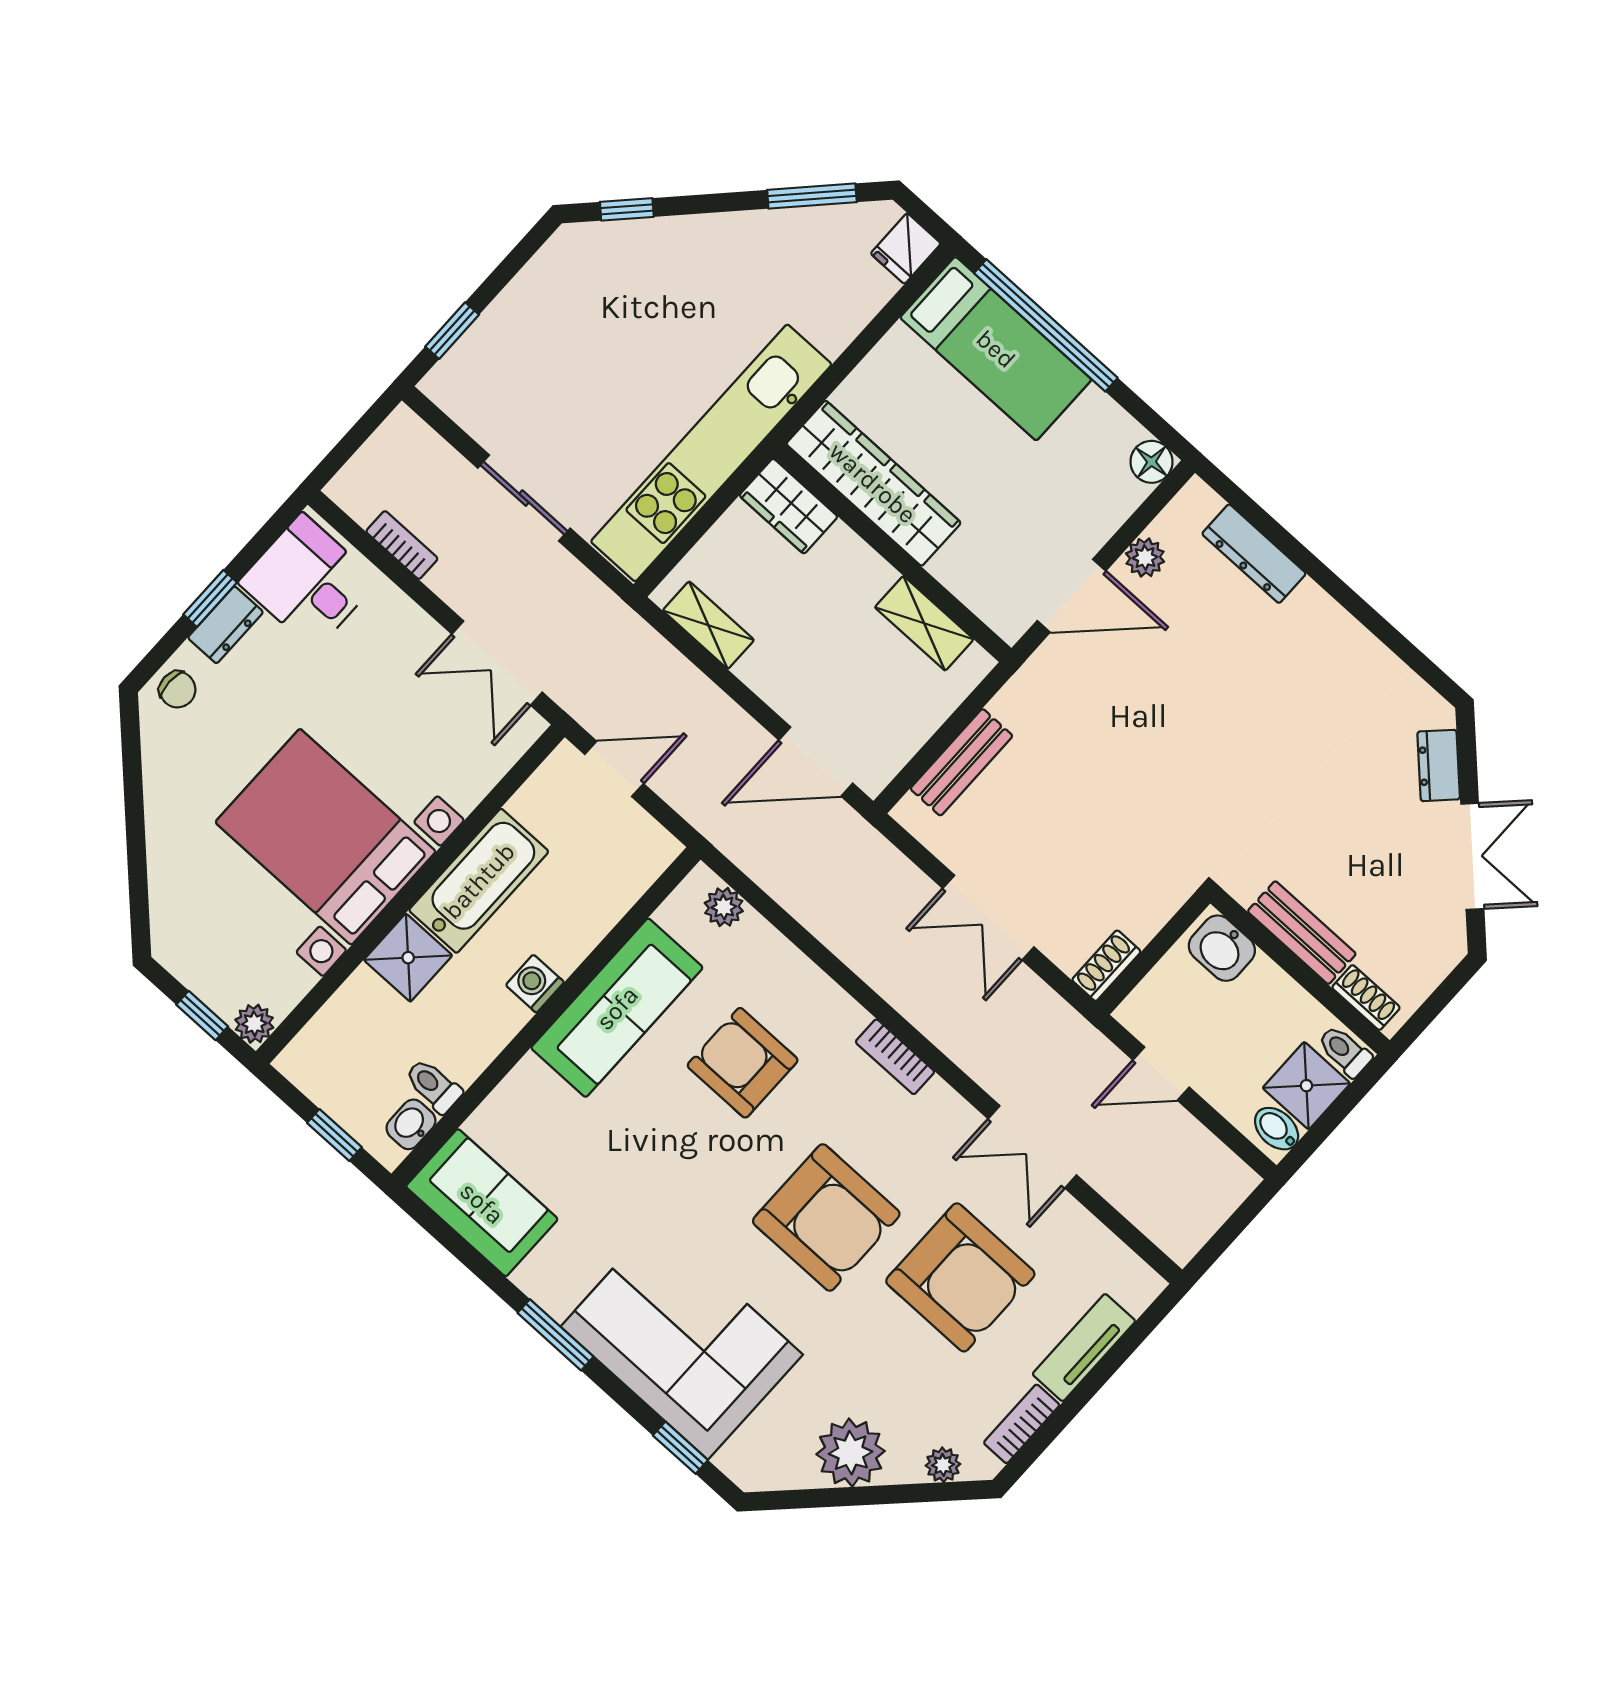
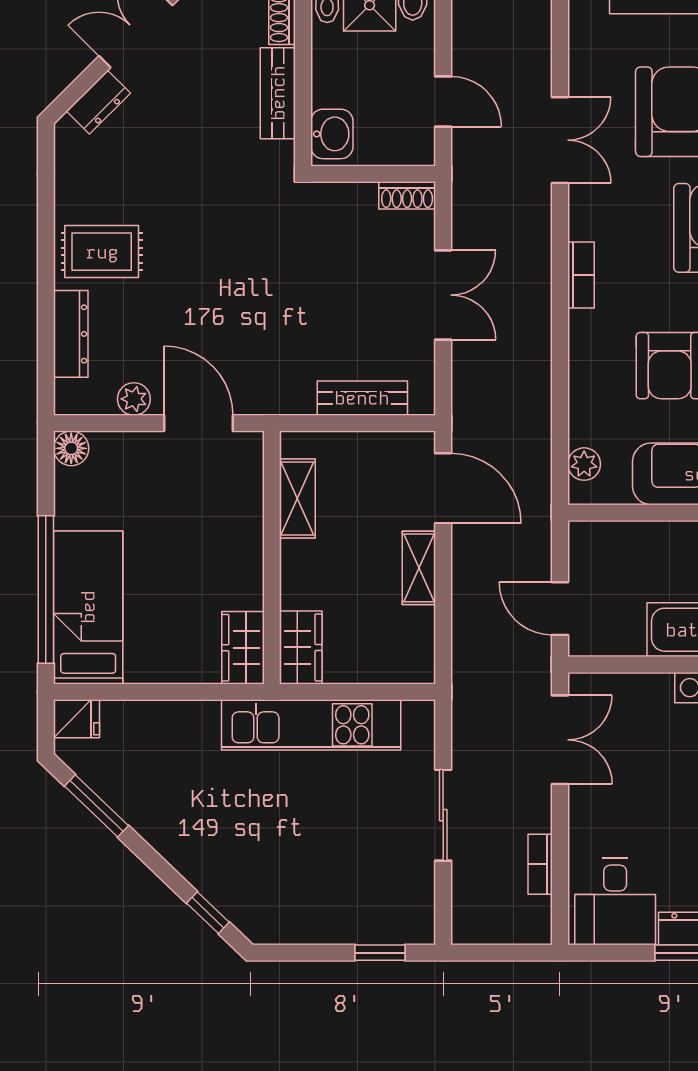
kitchen unit: (711, 453) -> (311, 725), width x0.73
wardrobe: (873, 483) -> (243, 648), width x0.48, depth x0.85
shelving: (708, 625) -> (419, 568), moved
rug: (1303, 648) -> (102, 252), added

